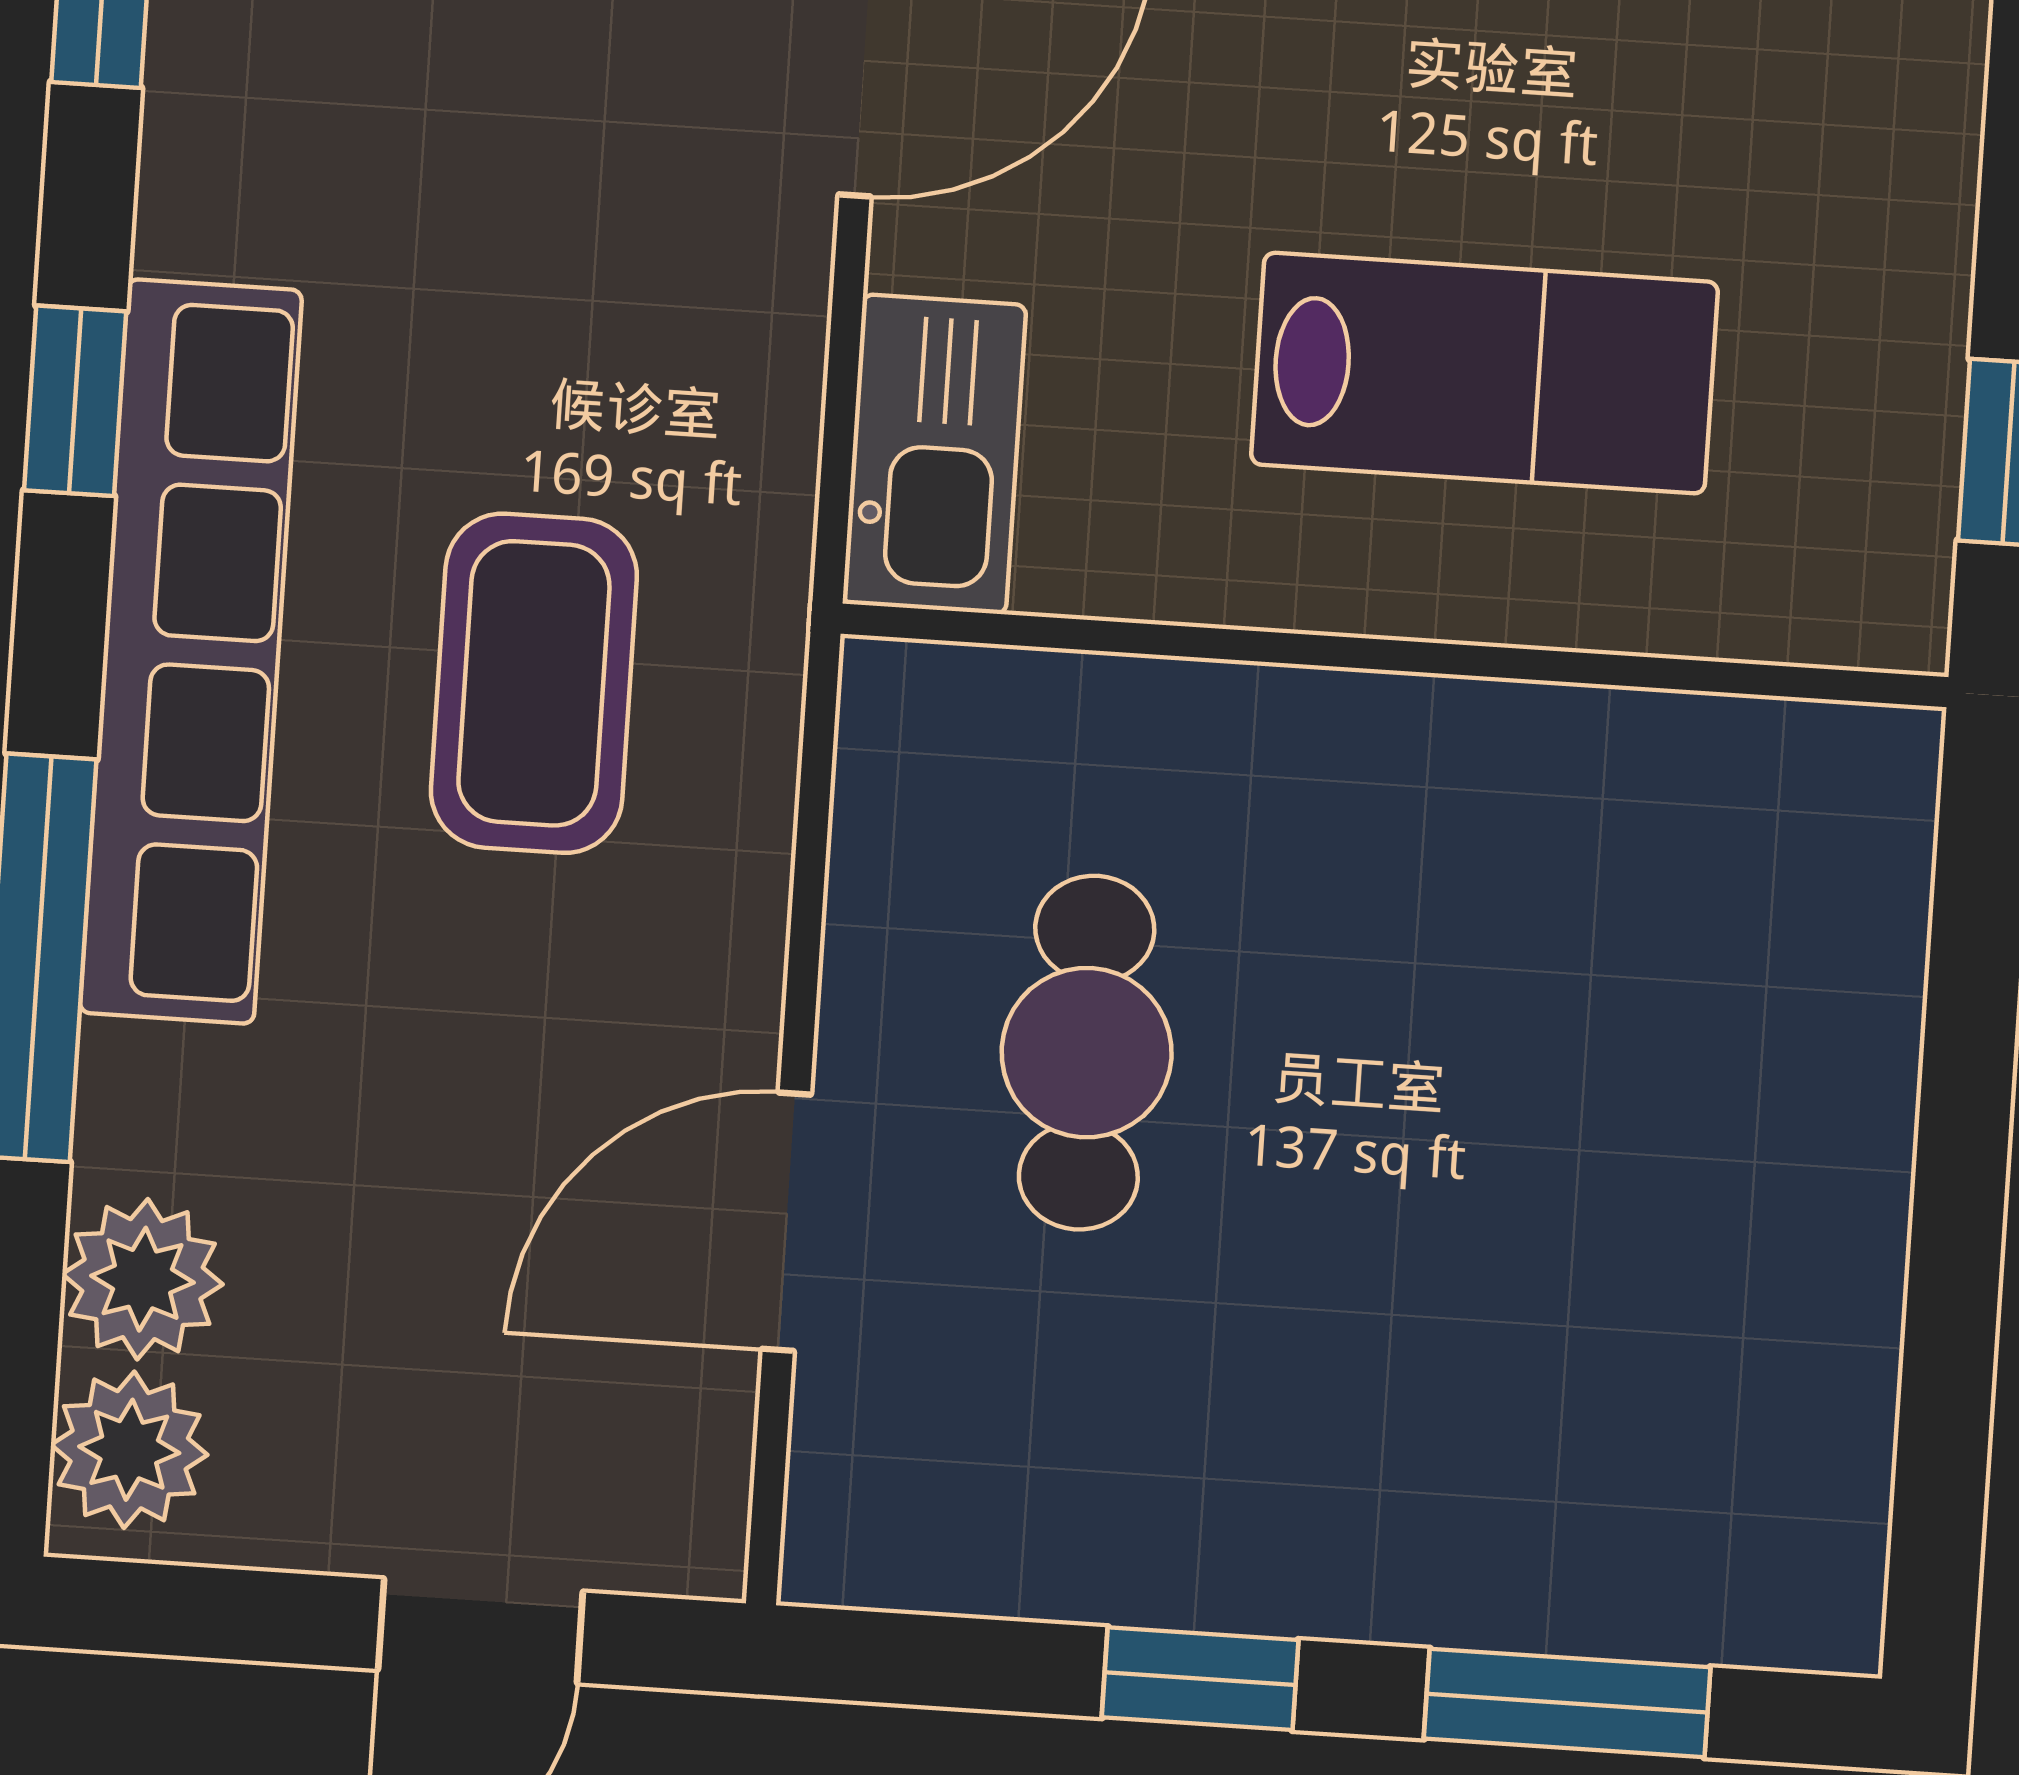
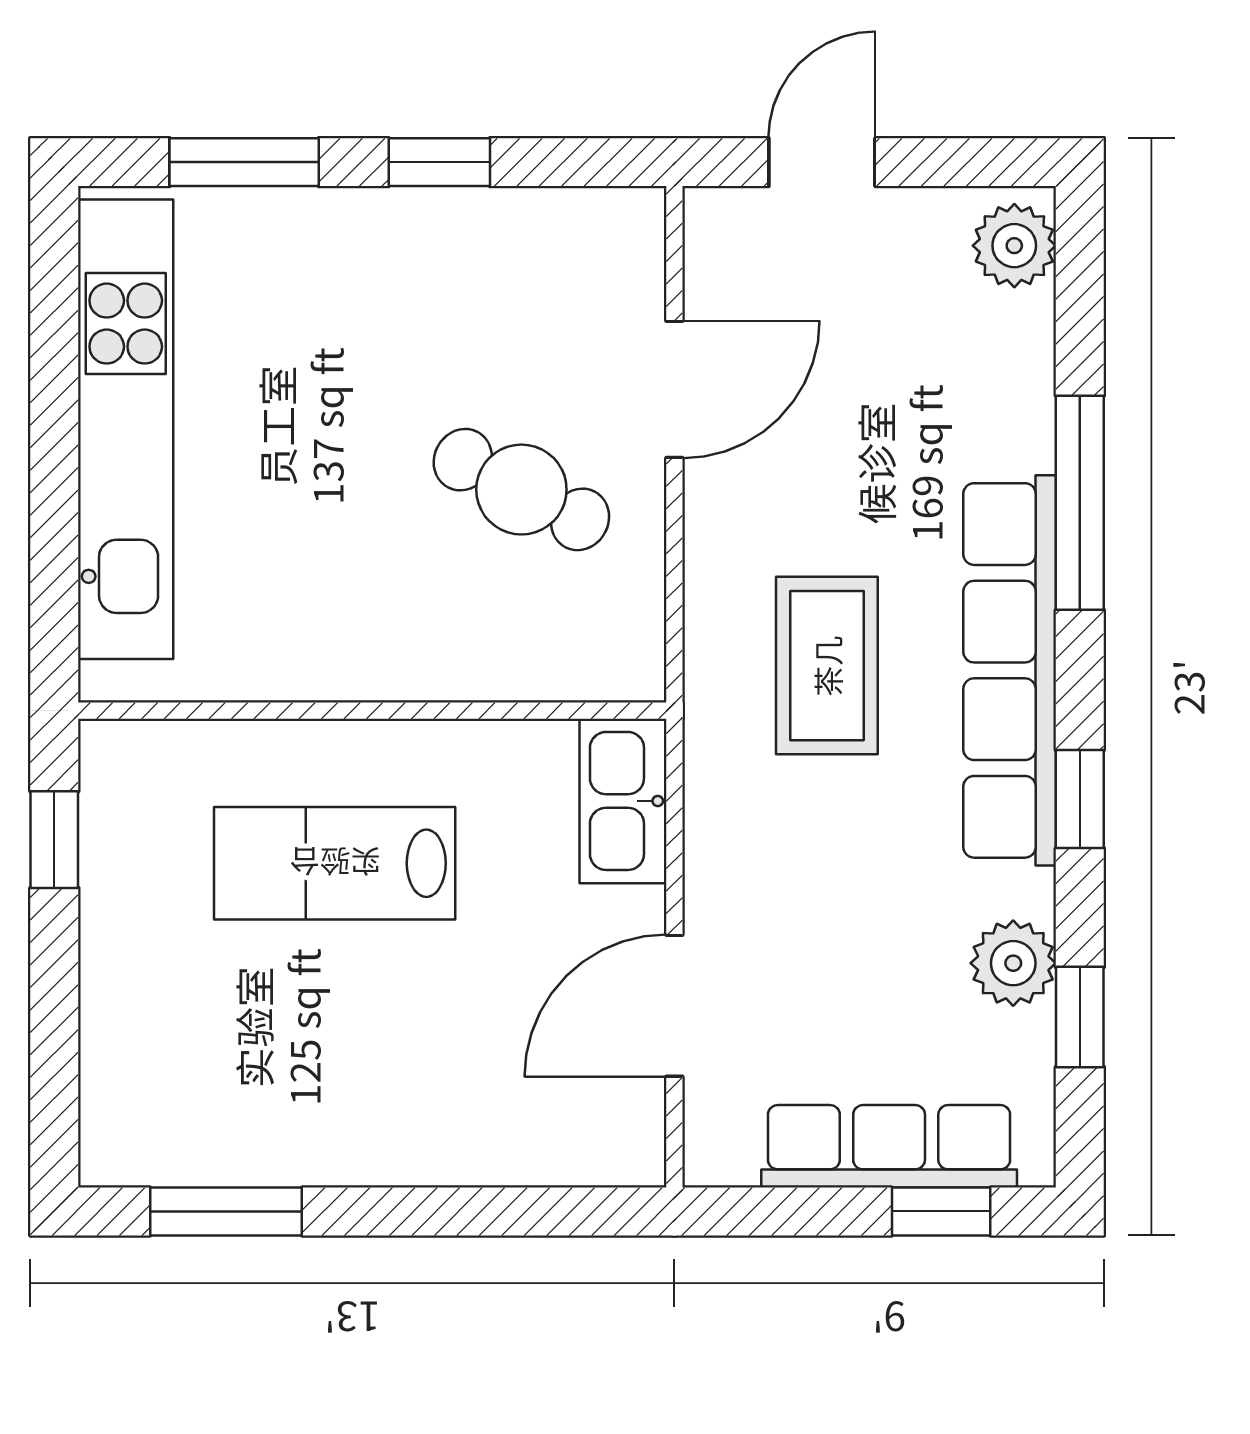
cafe table: (1087, 1053) -> (521, 490), turned -63
kitchen unit: (1823, 1215) -> (126, 429), added
plant: (143, 1279) -> (1013, 963), moved

